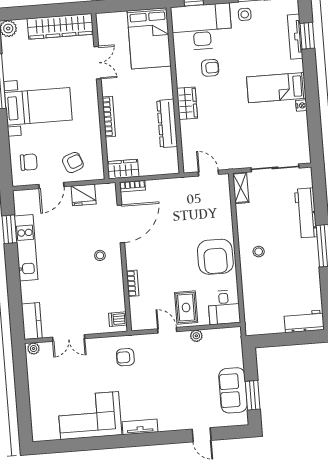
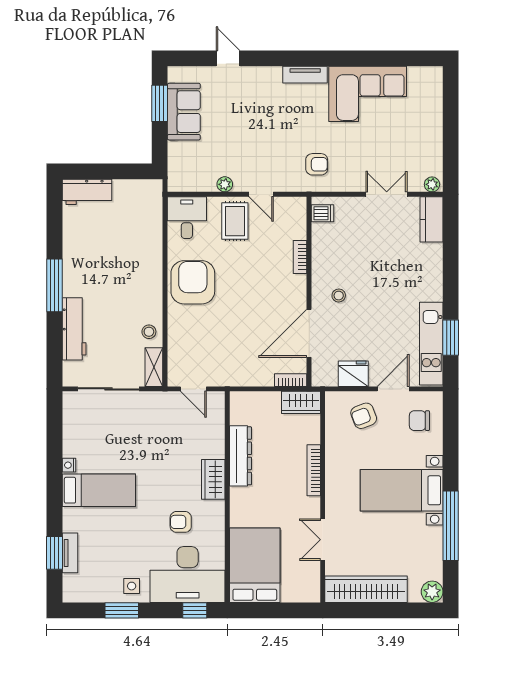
tv unit: (295, 37) -> (70, 553), width x0.71
kitchen unit: (26, 248) -> (431, 344), moved
stool: (259, 252) -> (149, 332), moved

